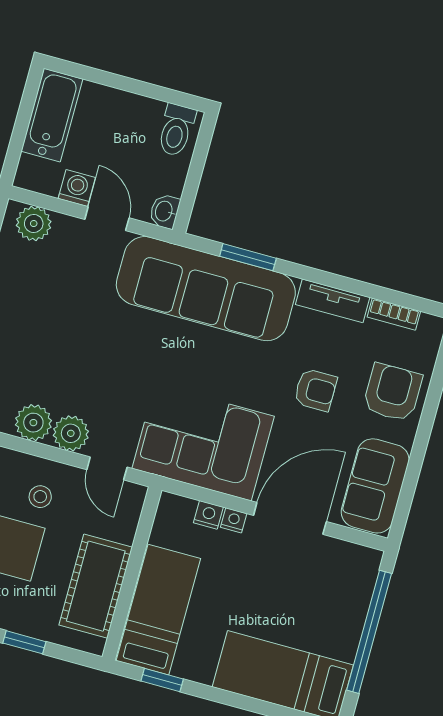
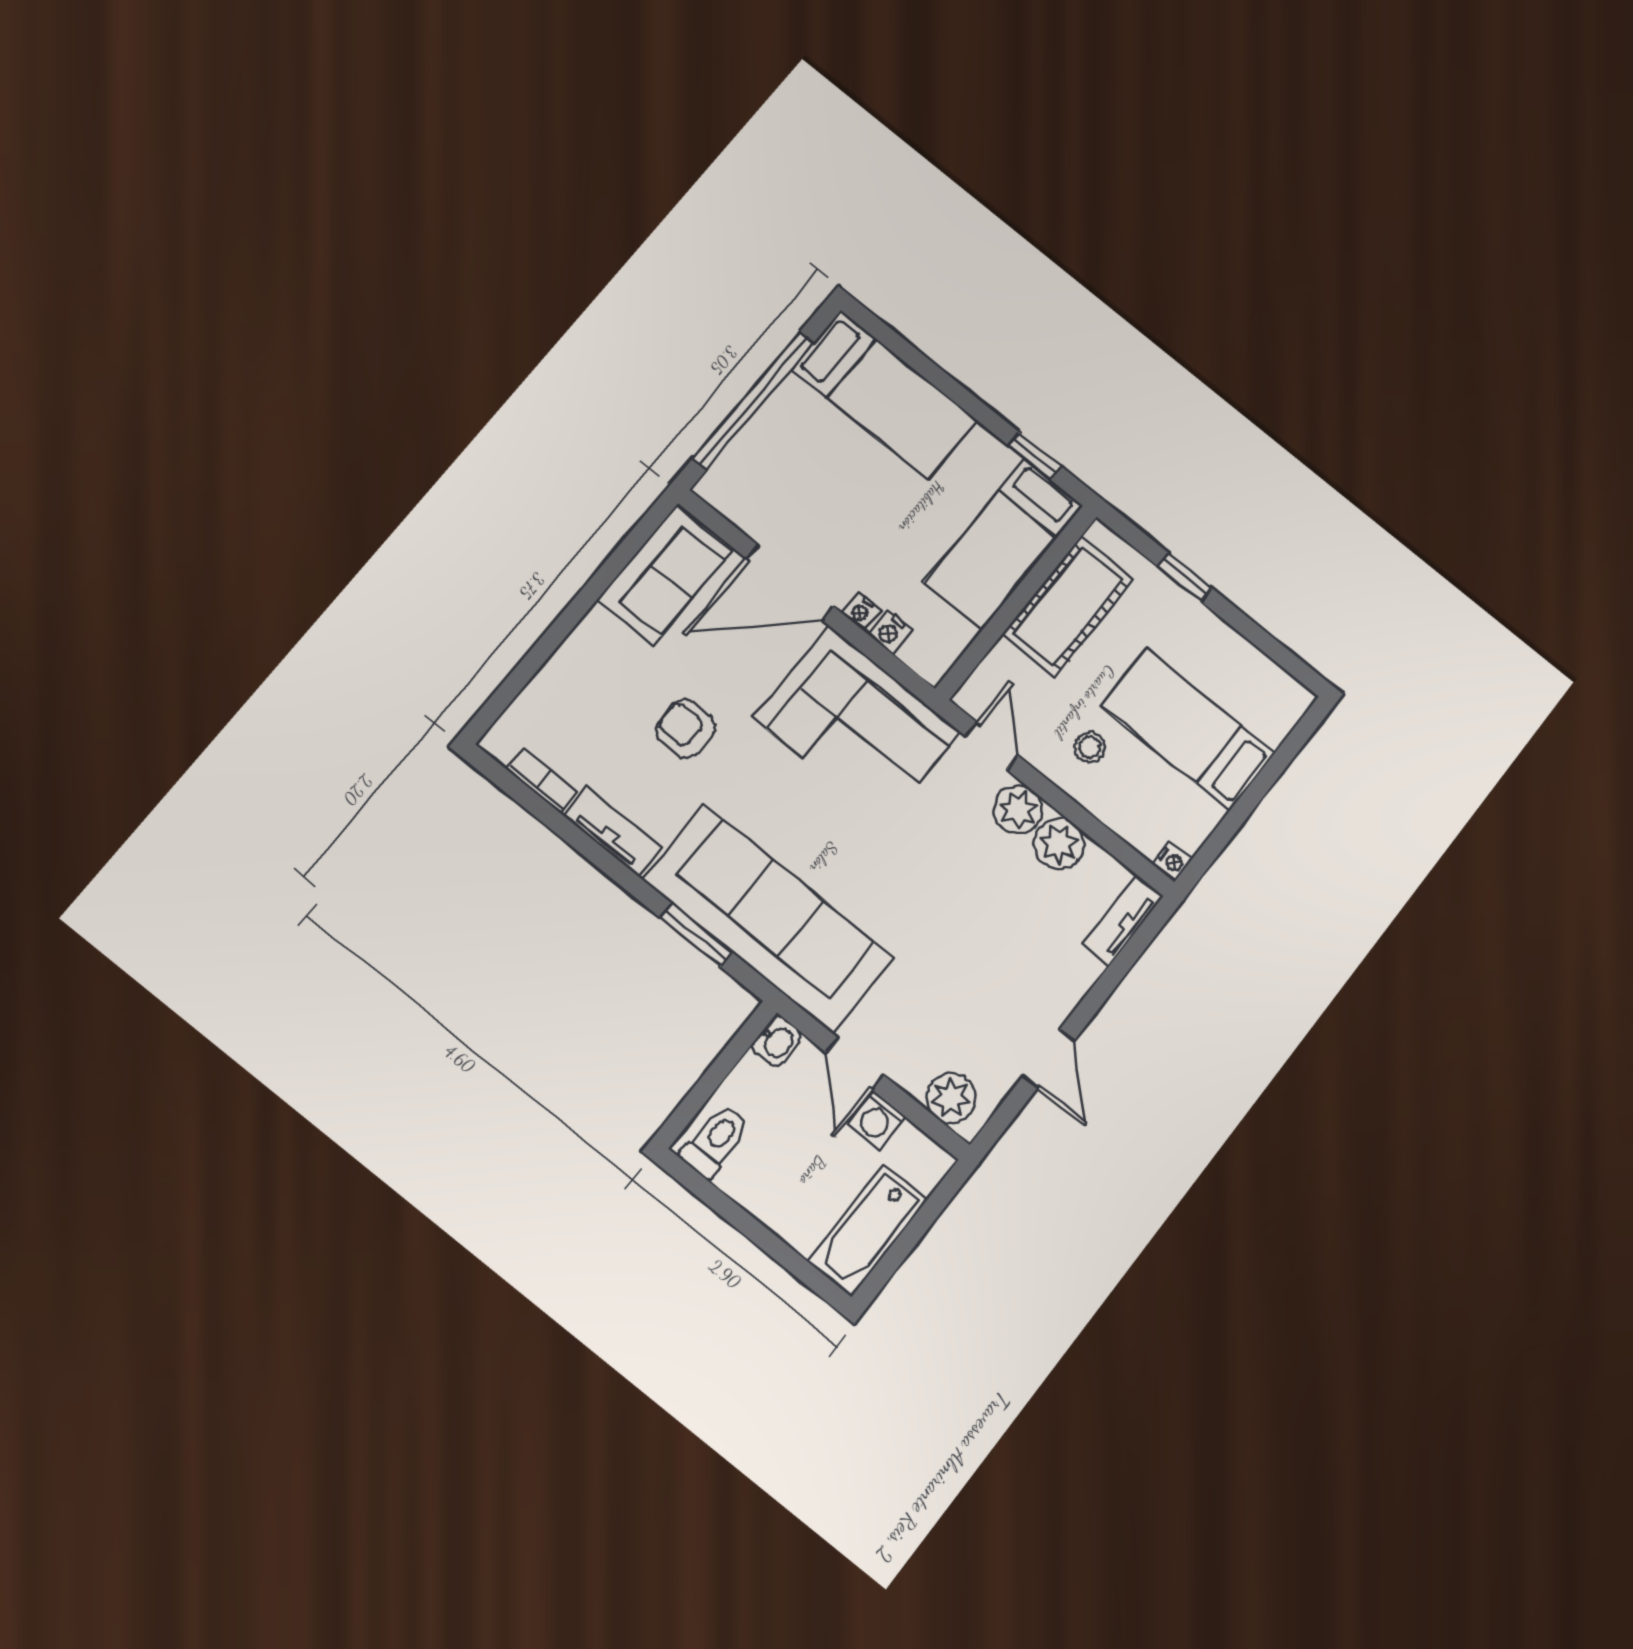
armchair: (393, 392) -> (589, 682), removed

